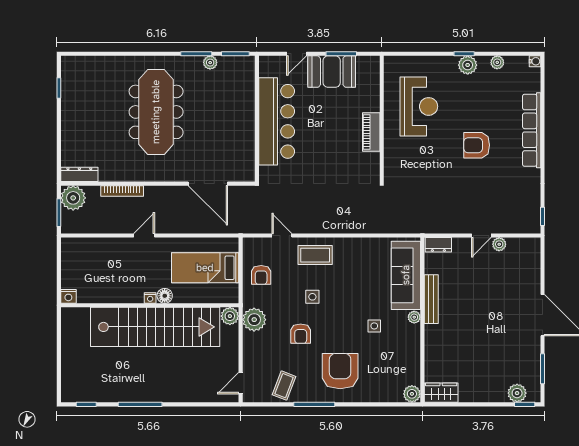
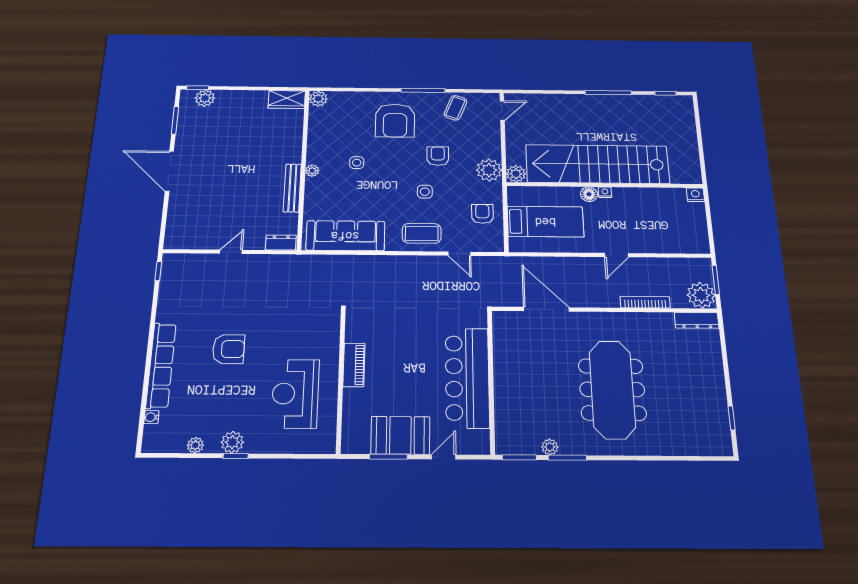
water cooler: (535, 61) -> (151, 417), moved
plant: (499, 244) -> (211, 242), removed
sofa: (406, 275) -> (345, 236), moved, turned -90

